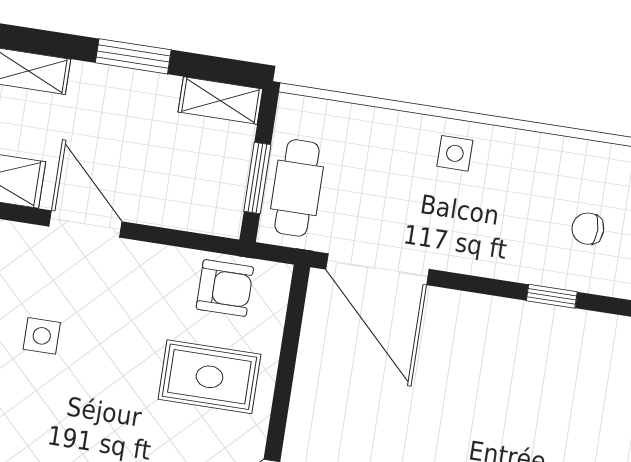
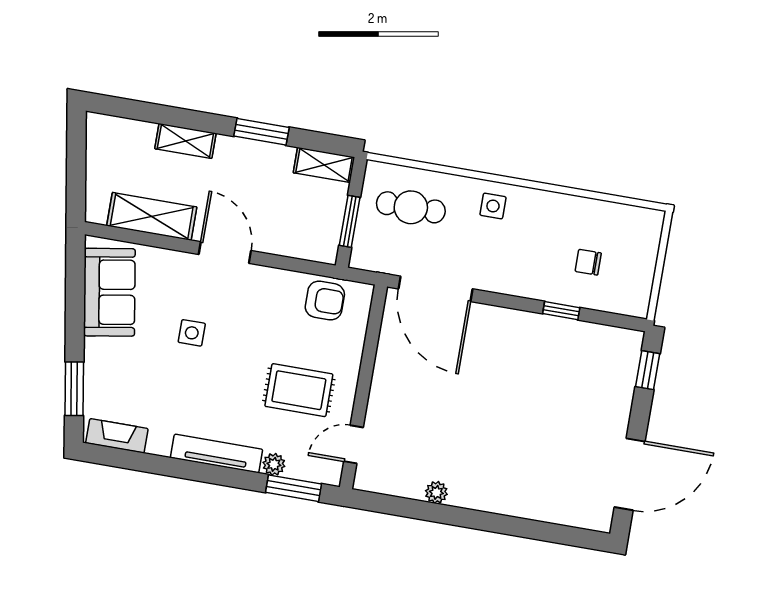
cafe table: (297, 188) -> (411, 207), moved, turned 90
rug: (209, 377) -> (299, 390), moved

